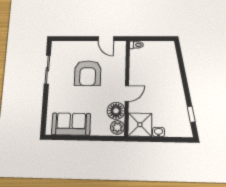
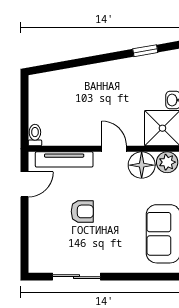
tv unit: (121, 62) -> (64, 159), added
armchair: (88, 73) -> (82, 211), width x0.53, depth x0.53

